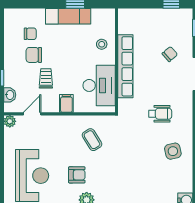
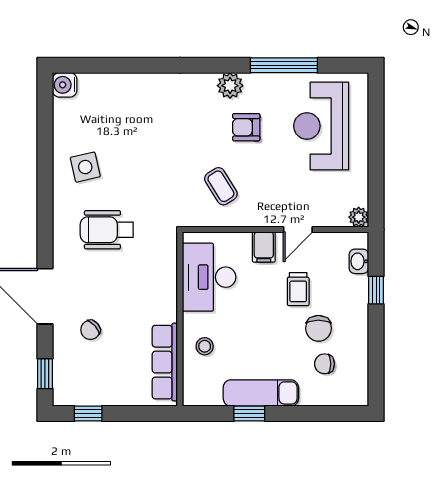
chair: (34, 55) -> (318, 328), turned 90
row of seats: (125, 66) -> (165, 362), moved, width x0.73
door: (32, 114) -> (298, 230), moved
wheelchair: (160, 114) -> (107, 230), width x1.36, depth x1.37

